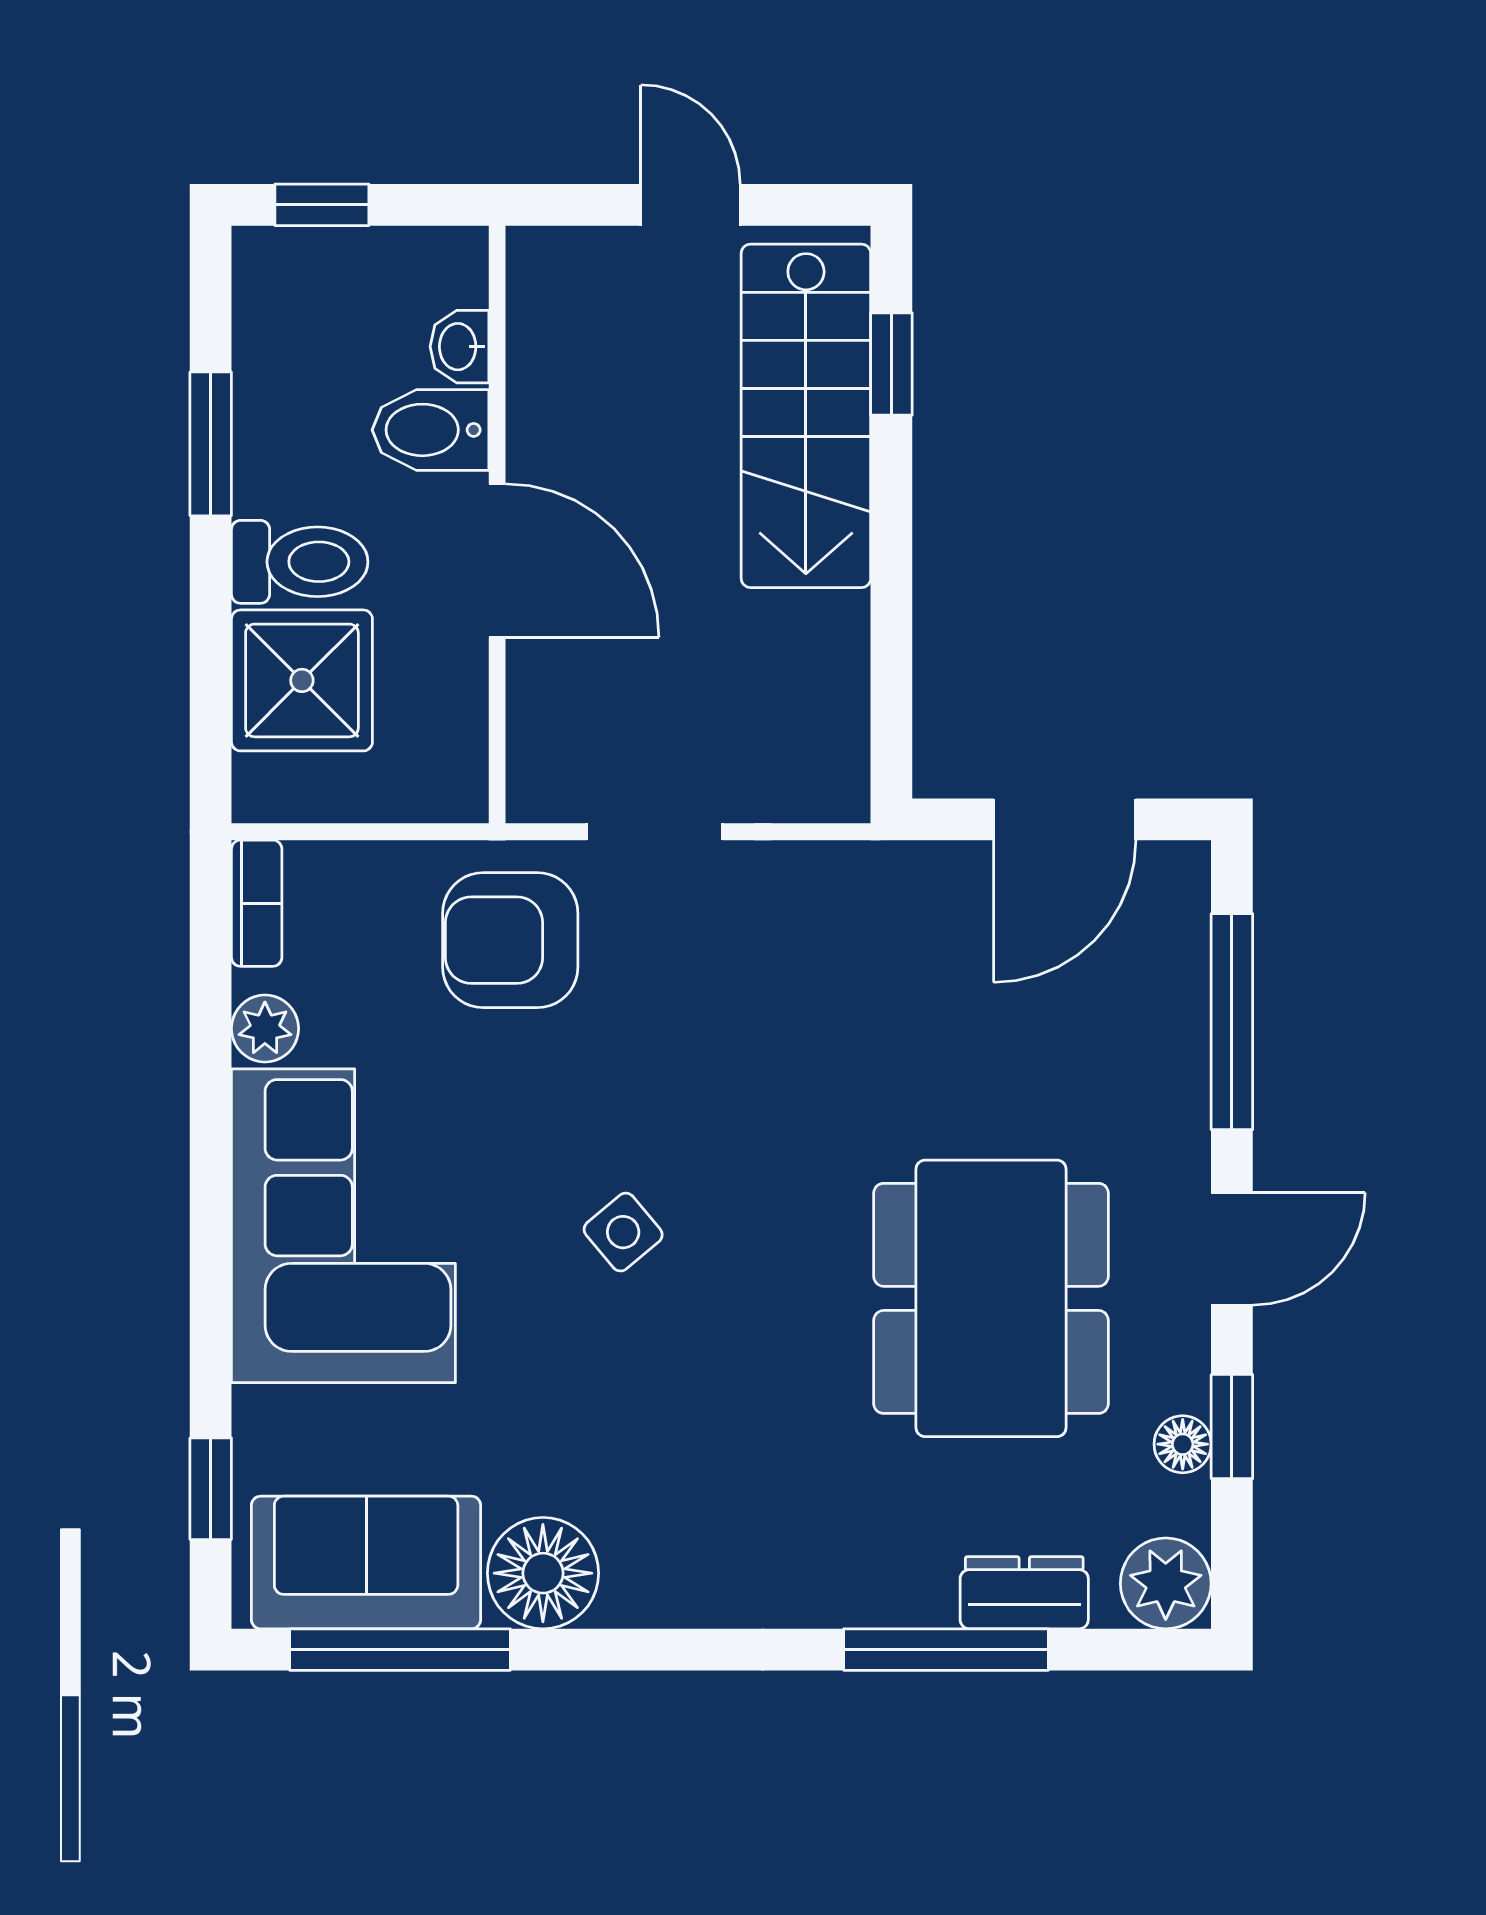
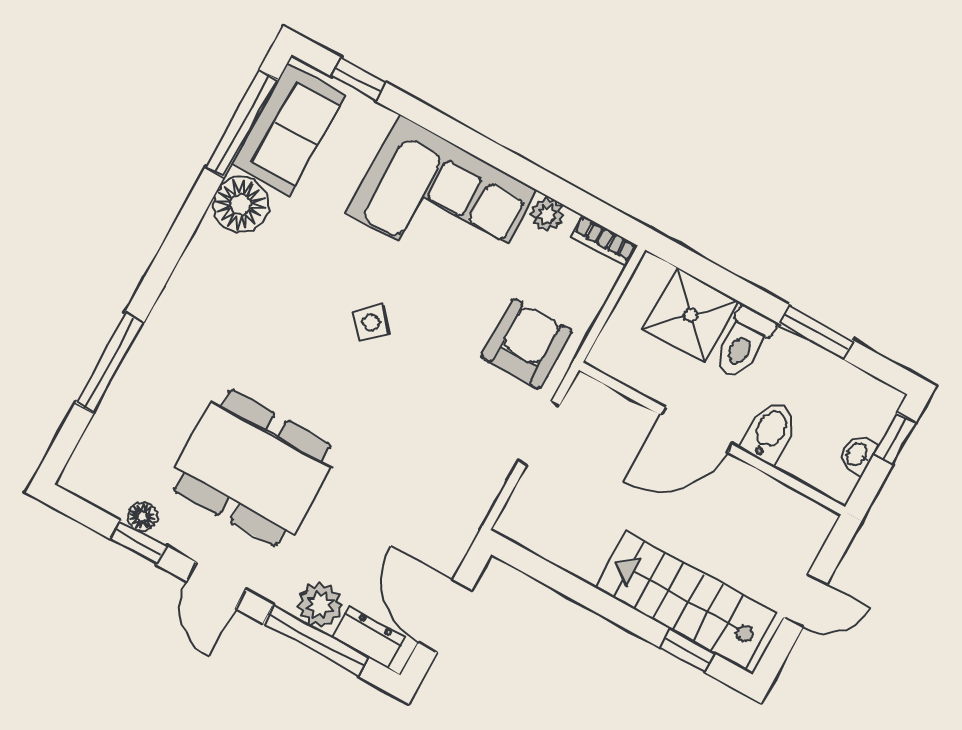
washbasin: (459, 347) -> (857, 455), moved, turned -90
plant: (1166, 1583) -> (320, 605), moved
dresser: (1024, 1593) -> (369, 637), moved, turned -90

